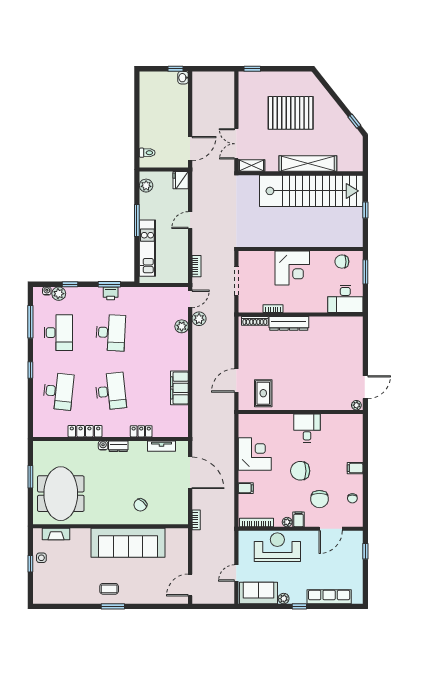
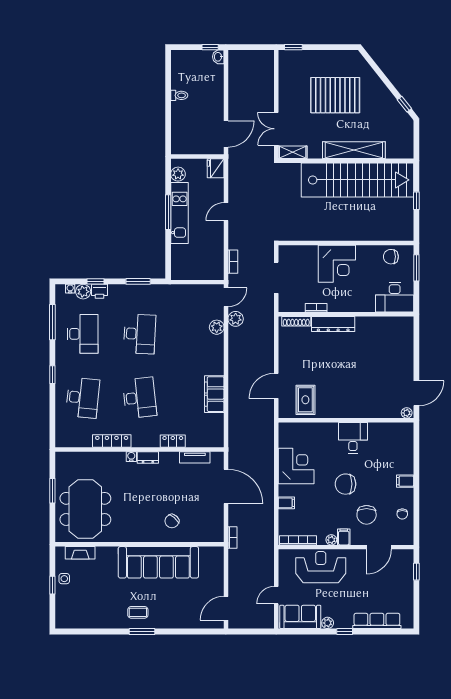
toilet: (147, 153) -> (179, 95), moved
kitchen unit: (147, 248) -> (180, 213), moved
printer: (111, 293) -> (100, 291), moved

